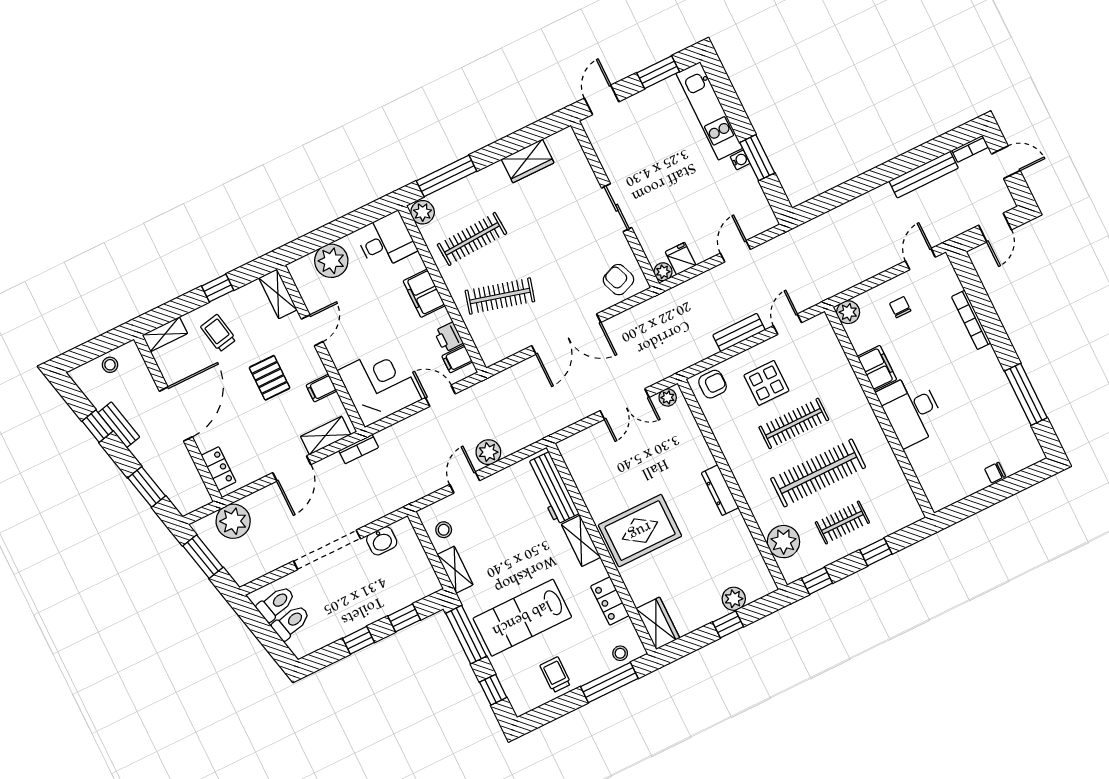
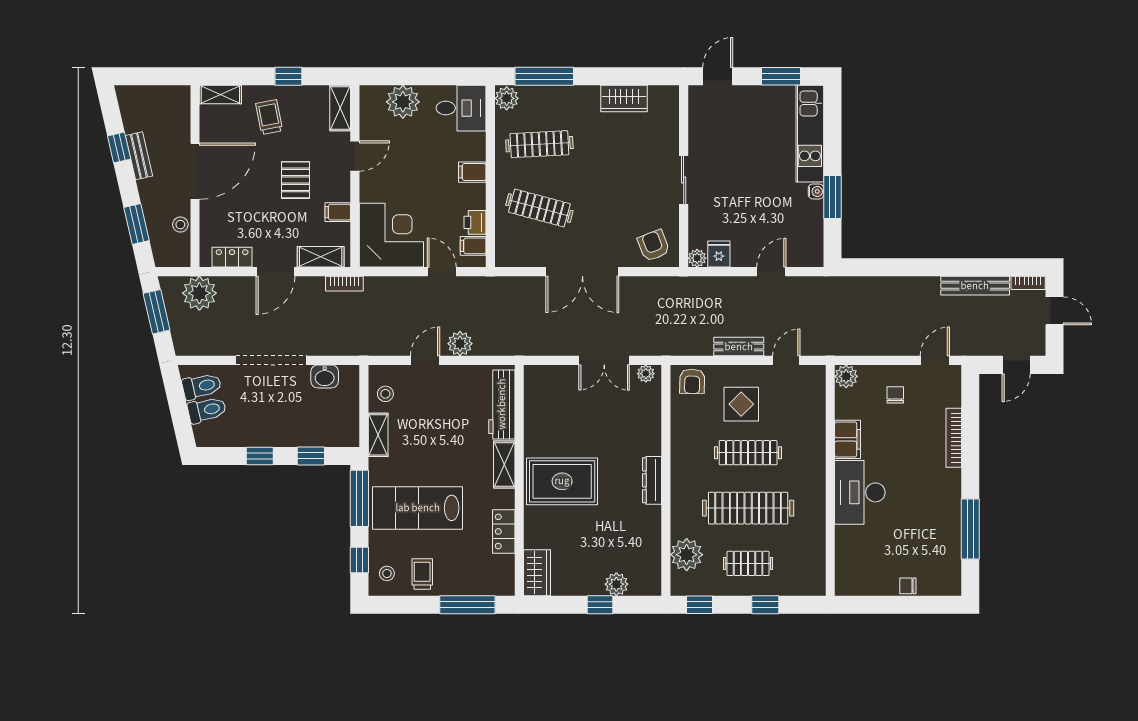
filing cabinet: (424, 293) -> (472, 172), width x0.50
stool: (110, 365) -> (180, 225), moved
armchair: (713, 384) -> (692, 381), turned 91
locker: (219, 469) -> (232, 257), moved, turned -90
stool: (620, 653) -> (387, 573), moved

